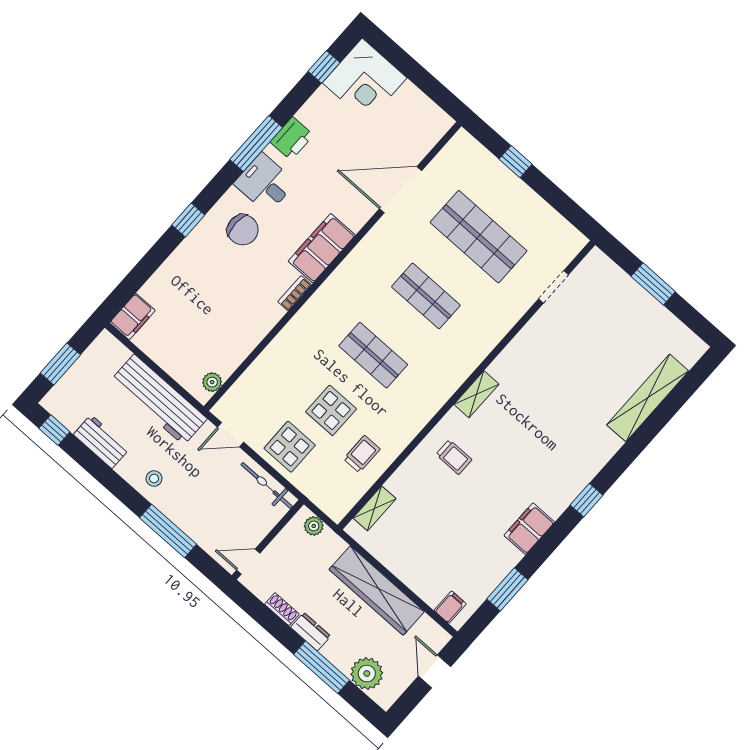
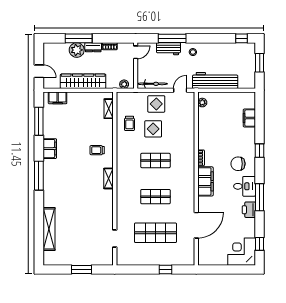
filing cabinet: (132, 316) -> (249, 118), moved
workbench: (101, 442) -> (168, 49), moved
window: (587, 500) -> (39, 176), width x2.17
window: (507, 589) -> (39, 121), width x1.44
filing cabinet: (450, 607) -> (58, 98), width x2.00
plant: (367, 674) -> (77, 50), moved

